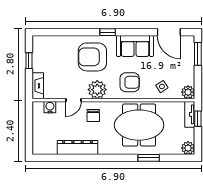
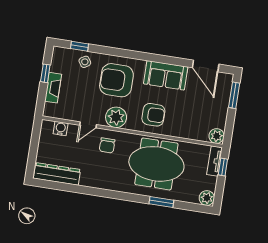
window: (108, 32) -> (79, 46), moved
fireplace: (38, 86) -> (53, 88), moved
side table: (162, 87) -> (85, 62), moved
dresser: (78, 148) -> (57, 174), moved

